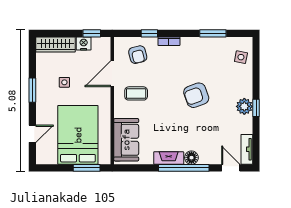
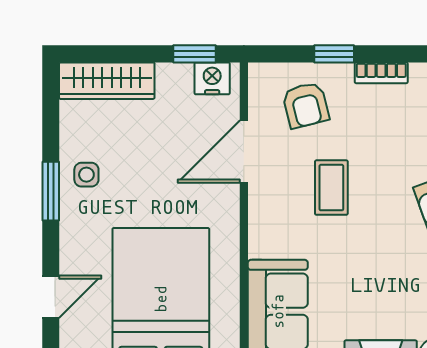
nightstand: (84, 44) -> (212, 78), moved
side table: (64, 82) -> (86, 175), moved
coffee table: (136, 93) -> (331, 188), moved, turned 90

